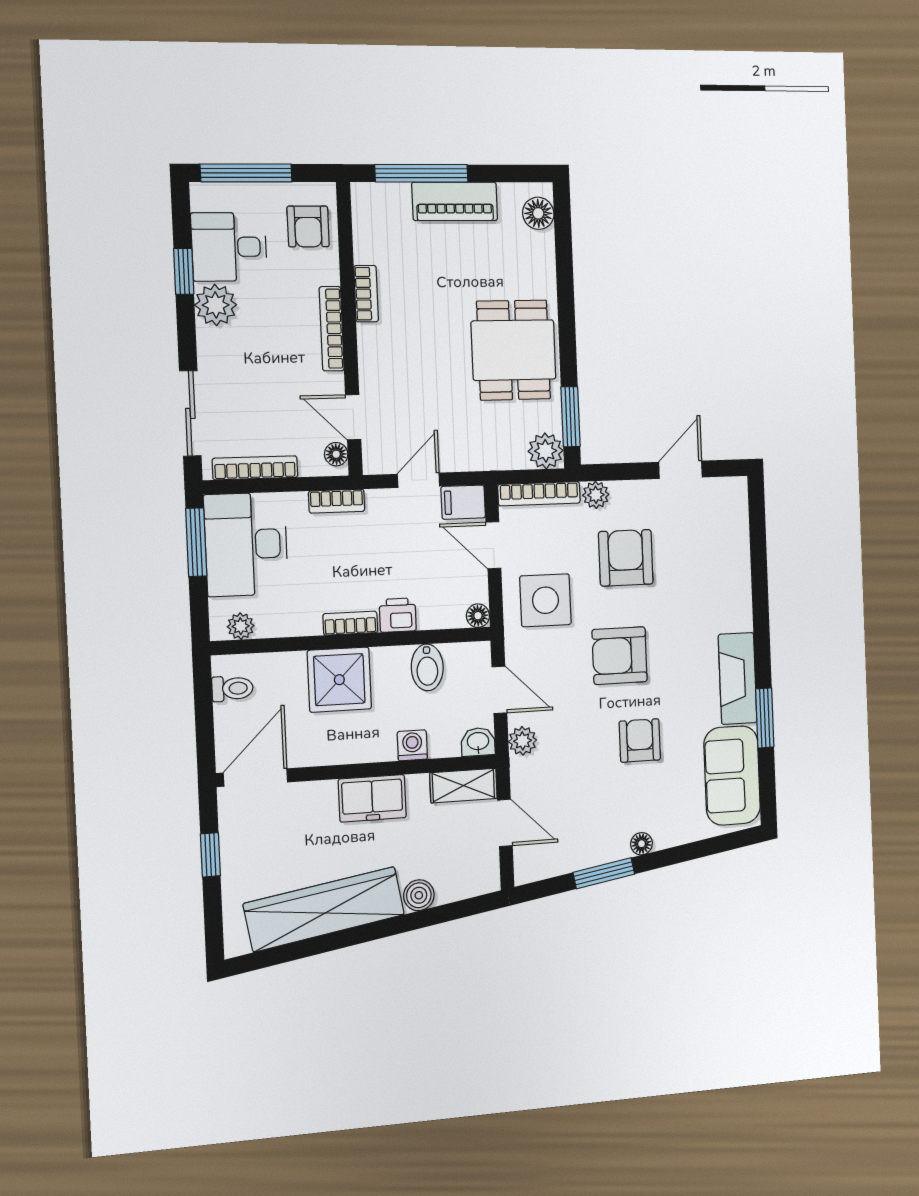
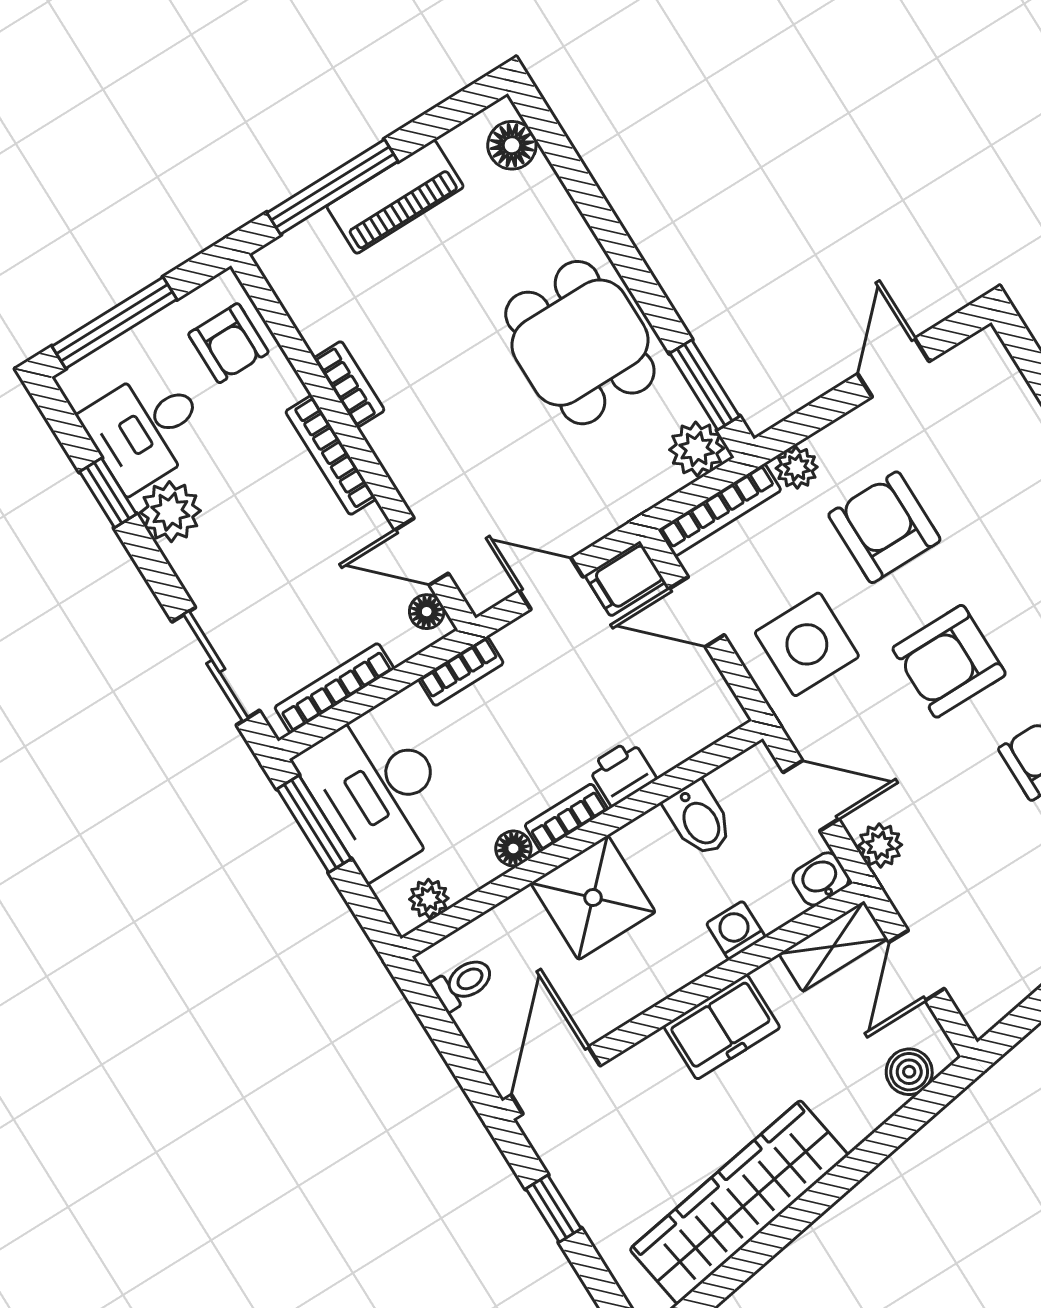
door: (419, 480) -> (551, 584), hinge flipped
floor lamp: (478, 616) -> (513, 848), moved
door: (505, 823) -> (917, 965), swing flipped
boiler: (419, 895) -> (909, 1072), moved

